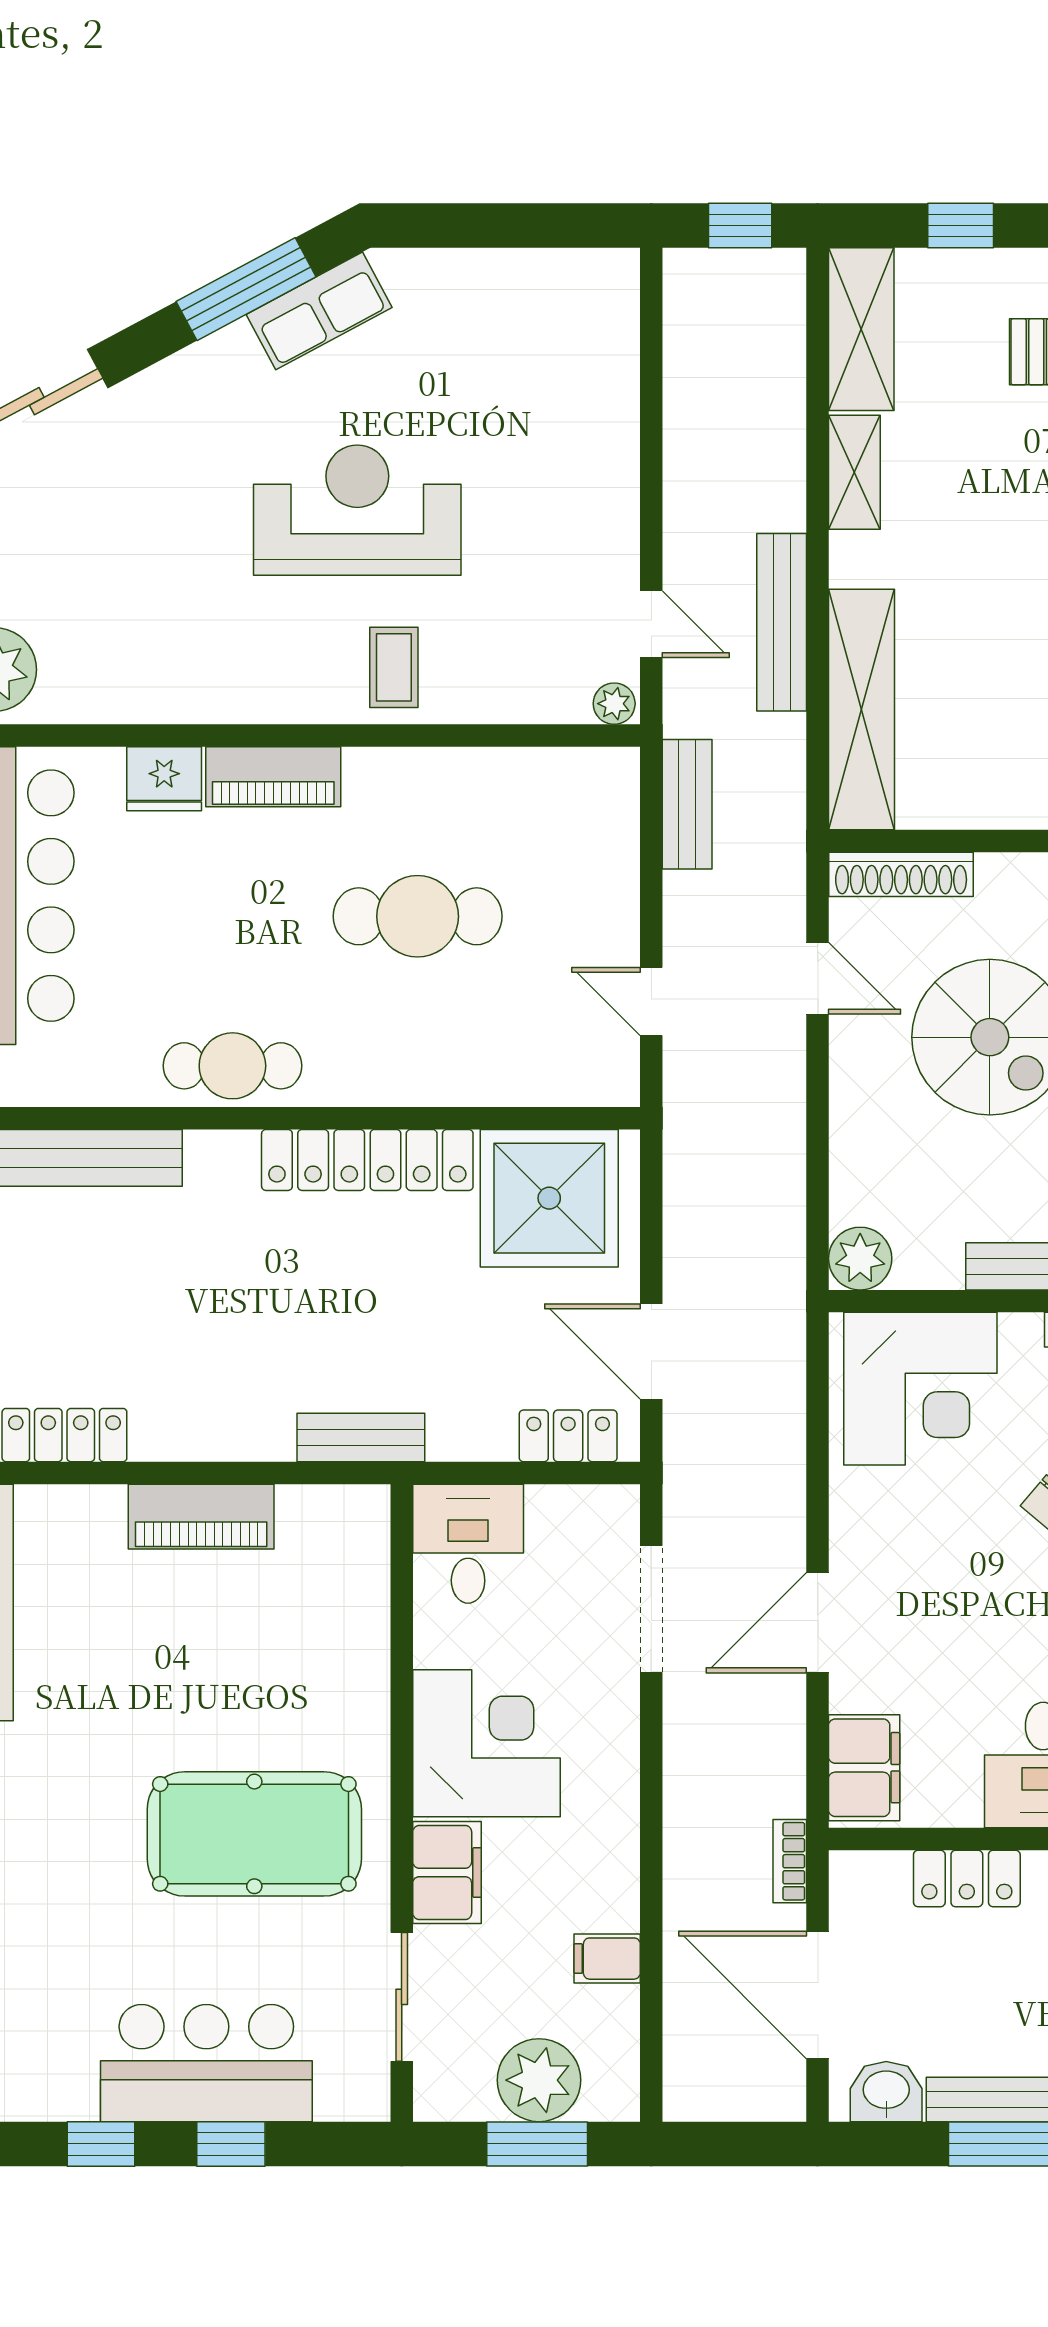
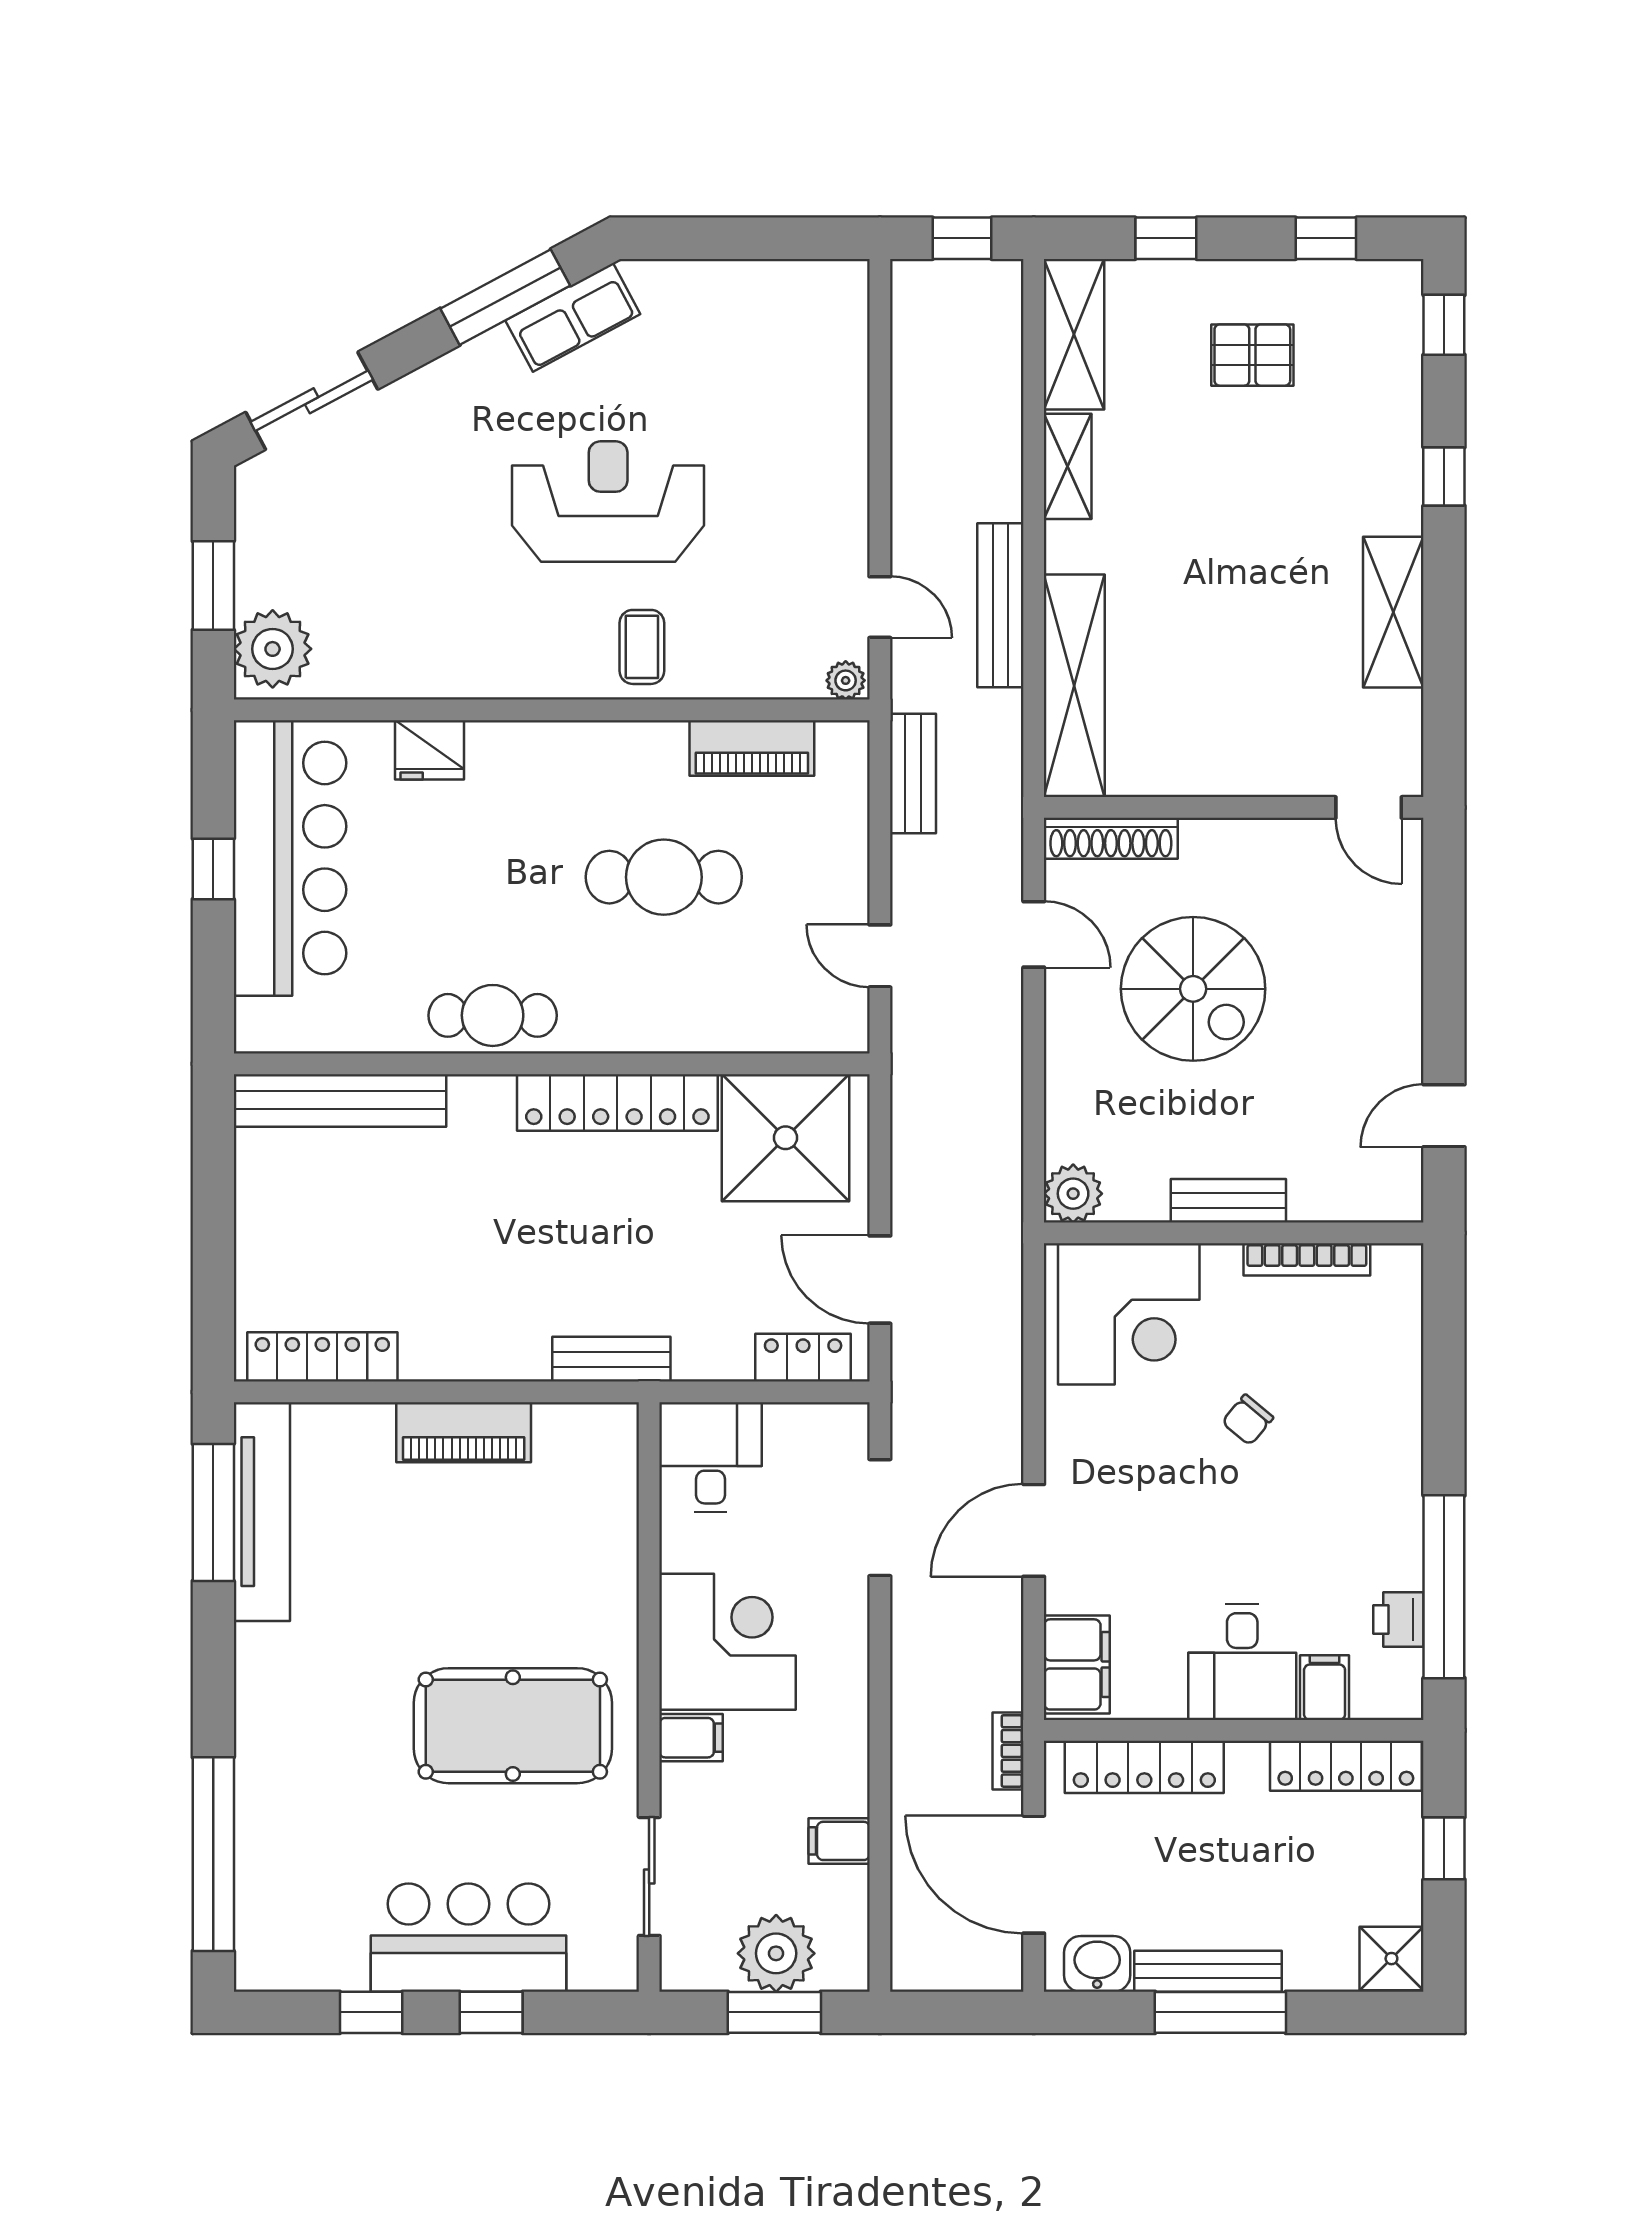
piano: (273, 777) -> (752, 748), moved
filing cabinet: (447, 1872) -> (691, 1738), width x0.50
locker: (967, 1878) -> (1144, 1767), width x1.53

